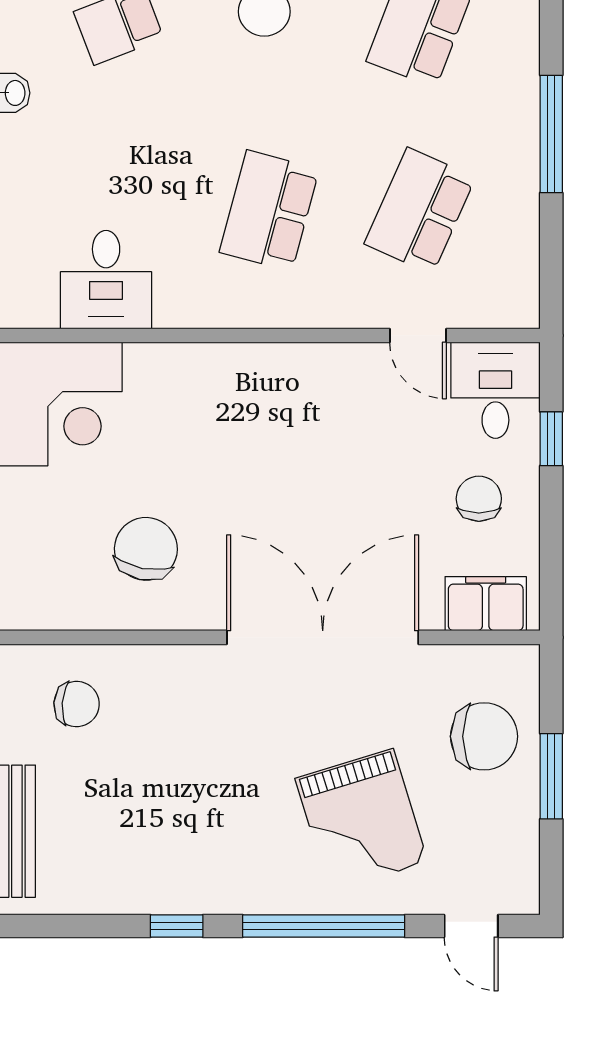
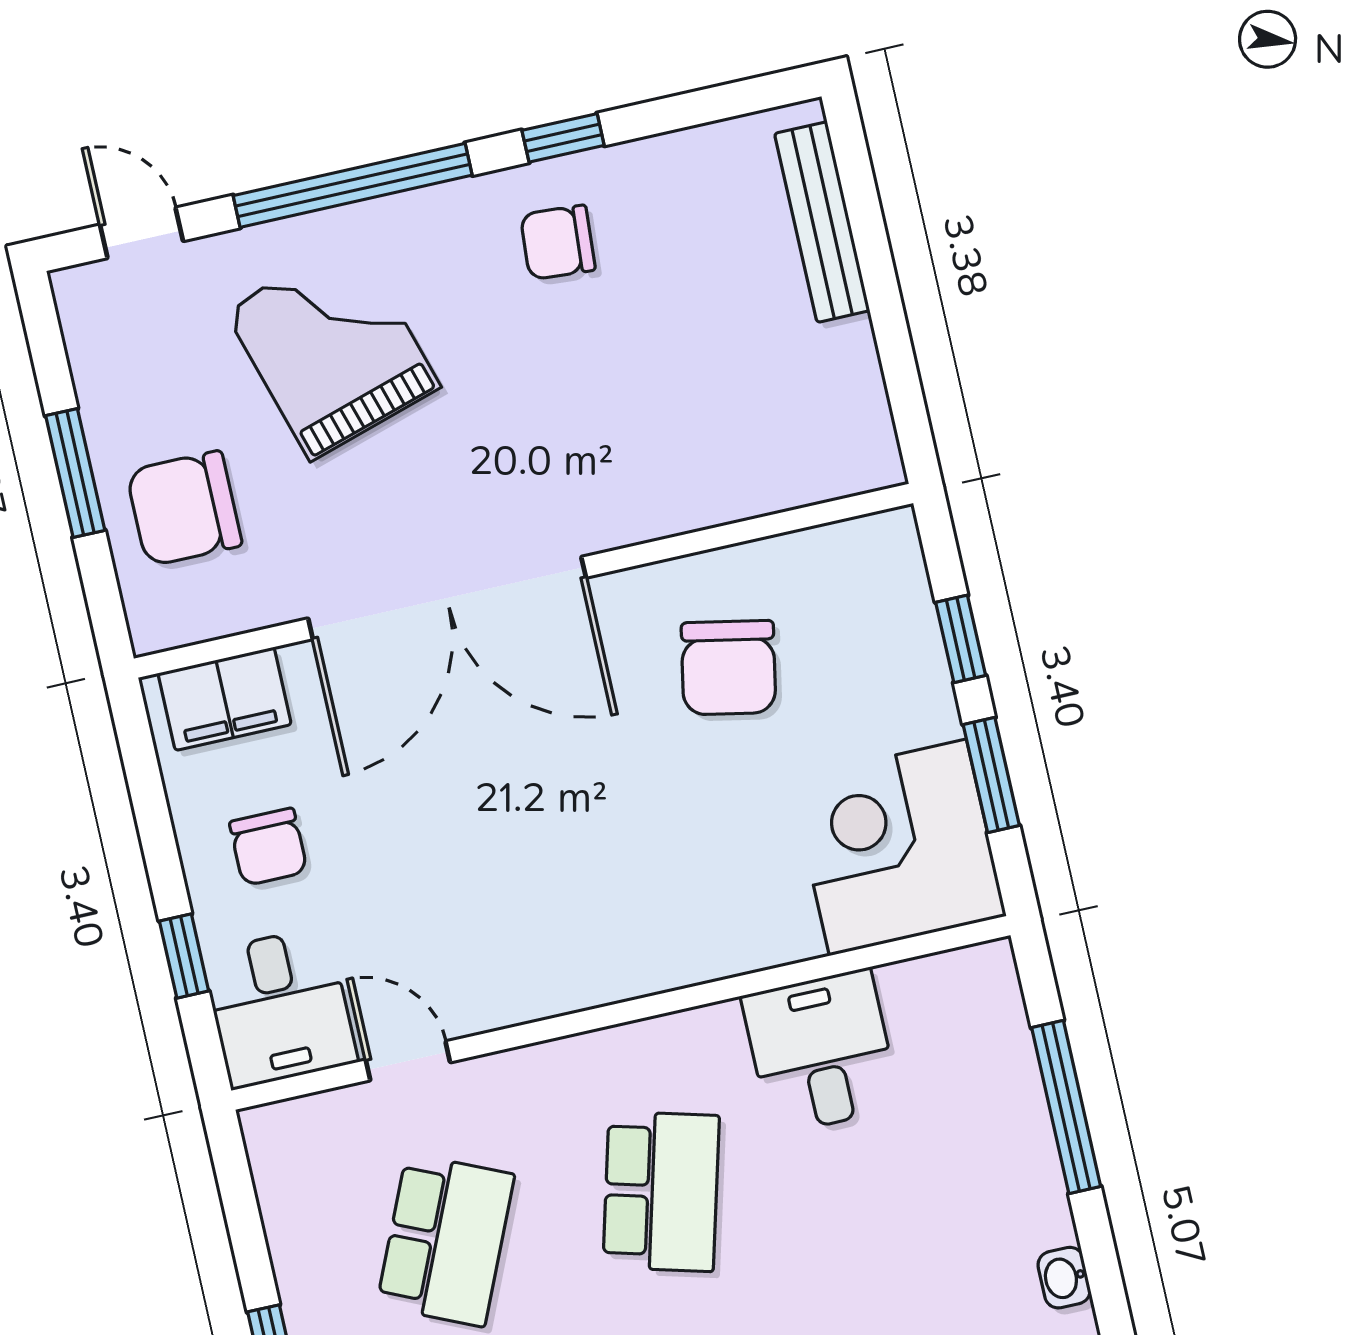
desk: (106, 280) -> (821, 1052), moved
chair: (77, 704) -> (558, 242), moved

